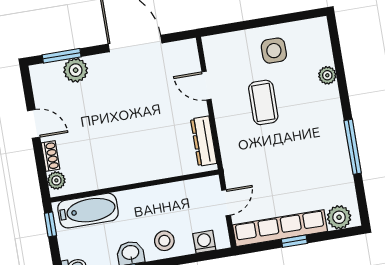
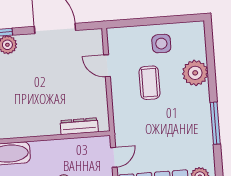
plant: (327, 75) -> (195, 73), width x1.88, depth x1.88
dresser: (204, 141) -> (79, 126), moved, turned 90

